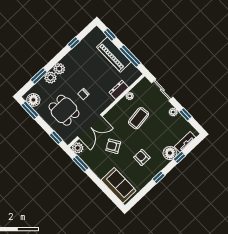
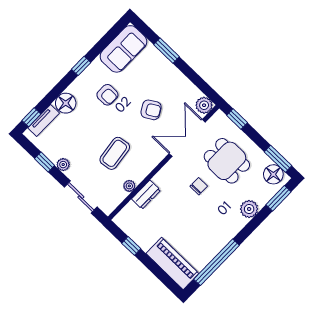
window: (110, 35) -> (163, 277), removed
window: (74, 43) -> (216, 262), width x3.17
piano: (114, 54) -> (172, 263), moved
window: (130, 56) -> (131, 246), width x0.46
plant: (59, 69) -> (237, 223), removed
window: (39, 76) -> (278, 198), moved
window: (180, 157) -> (31, 117), moved
window: (81, 164) -> (166, 51), moved
sofa: (119, 185) -> (123, 49), moved, turned -90

